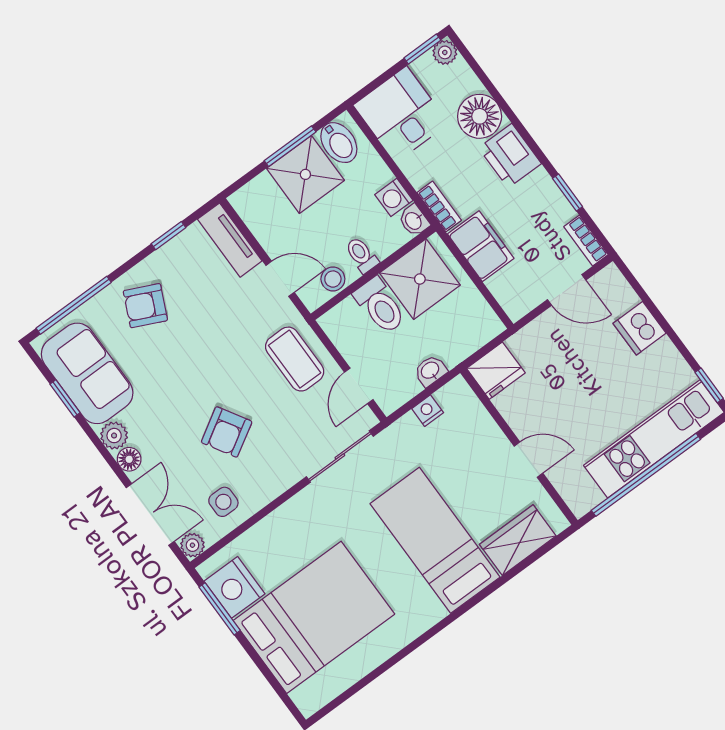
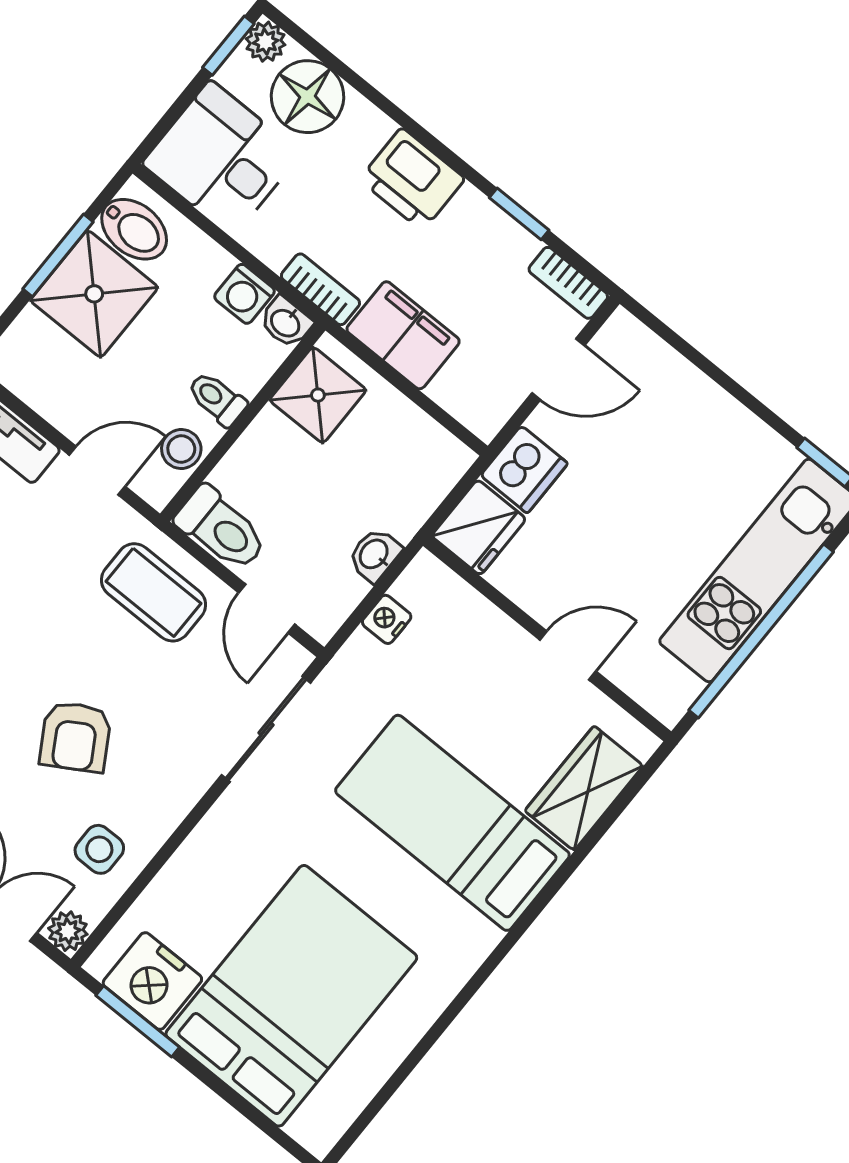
floor lamp: (480, 116) -> (308, 97), moved
shower: (420, 279) -> (318, 395), width x0.73, depth x0.73
toilet: (380, 306) -> (221, 529), moved
dishwasher: (640, 328) -> (524, 469), moved, turned -90

